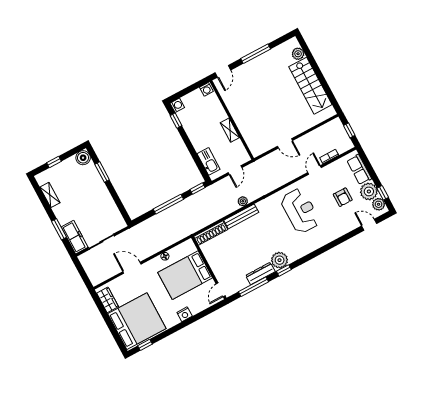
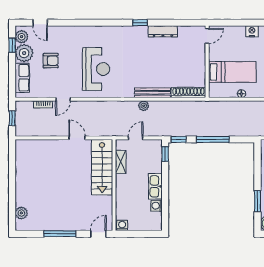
stairs: (310, 86) -> (102, 167), moved, turned 180
washing machine: (177, 105) -> (157, 206), moved
window: (176, 121) -> (165, 154), moved
shelving: (230, 130) -> (121, 162), moved
kitchen sink: (209, 161) -> (155, 186), moved
armchair: (343, 197) -> (51, 61), turned 90
reception desk: (300, 211) -> (96, 69), turned 180
plant: (280, 260) -> (139, 34), removed
bed: (185, 275) -> (232, 72), width x0.67
window: (253, 287) -> (176, 23), removed

